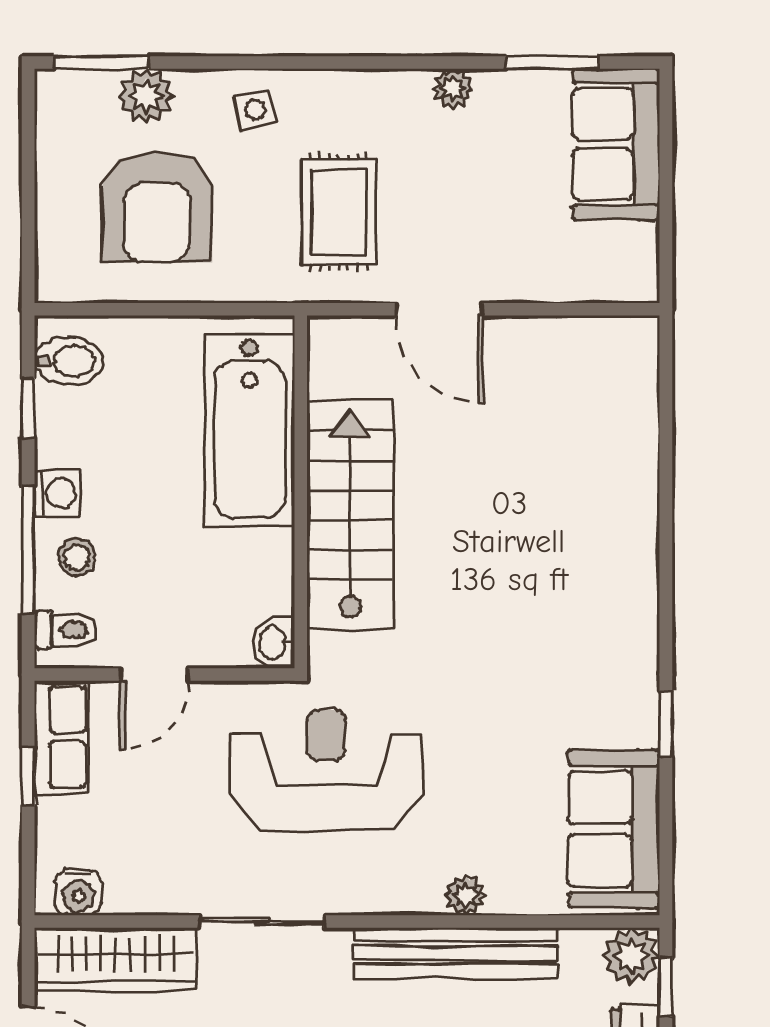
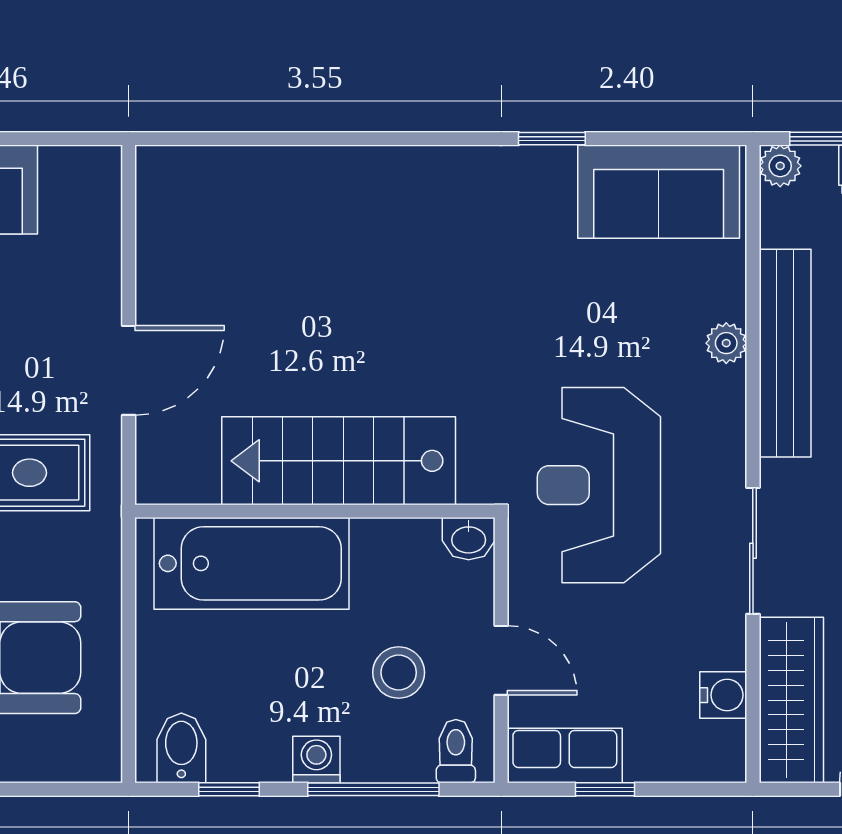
stool: (77, 557) -> (399, 673), moved, width x1.37, depth x1.37
water cooler: (78, 892) -> (723, 695), moved
plant: (632, 956) -> (780, 166), width x0.73, depth x0.73

